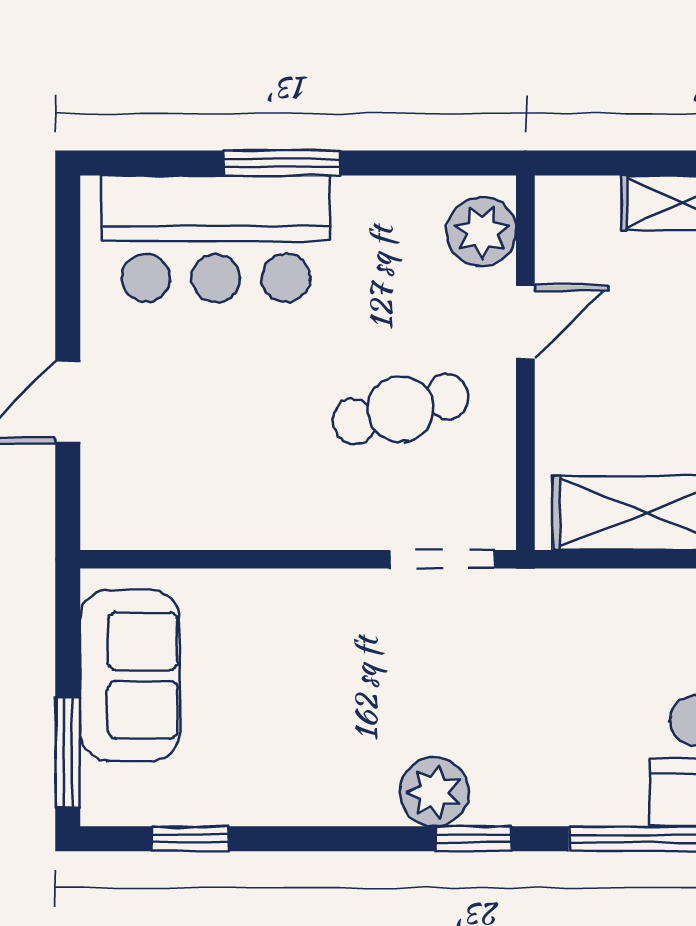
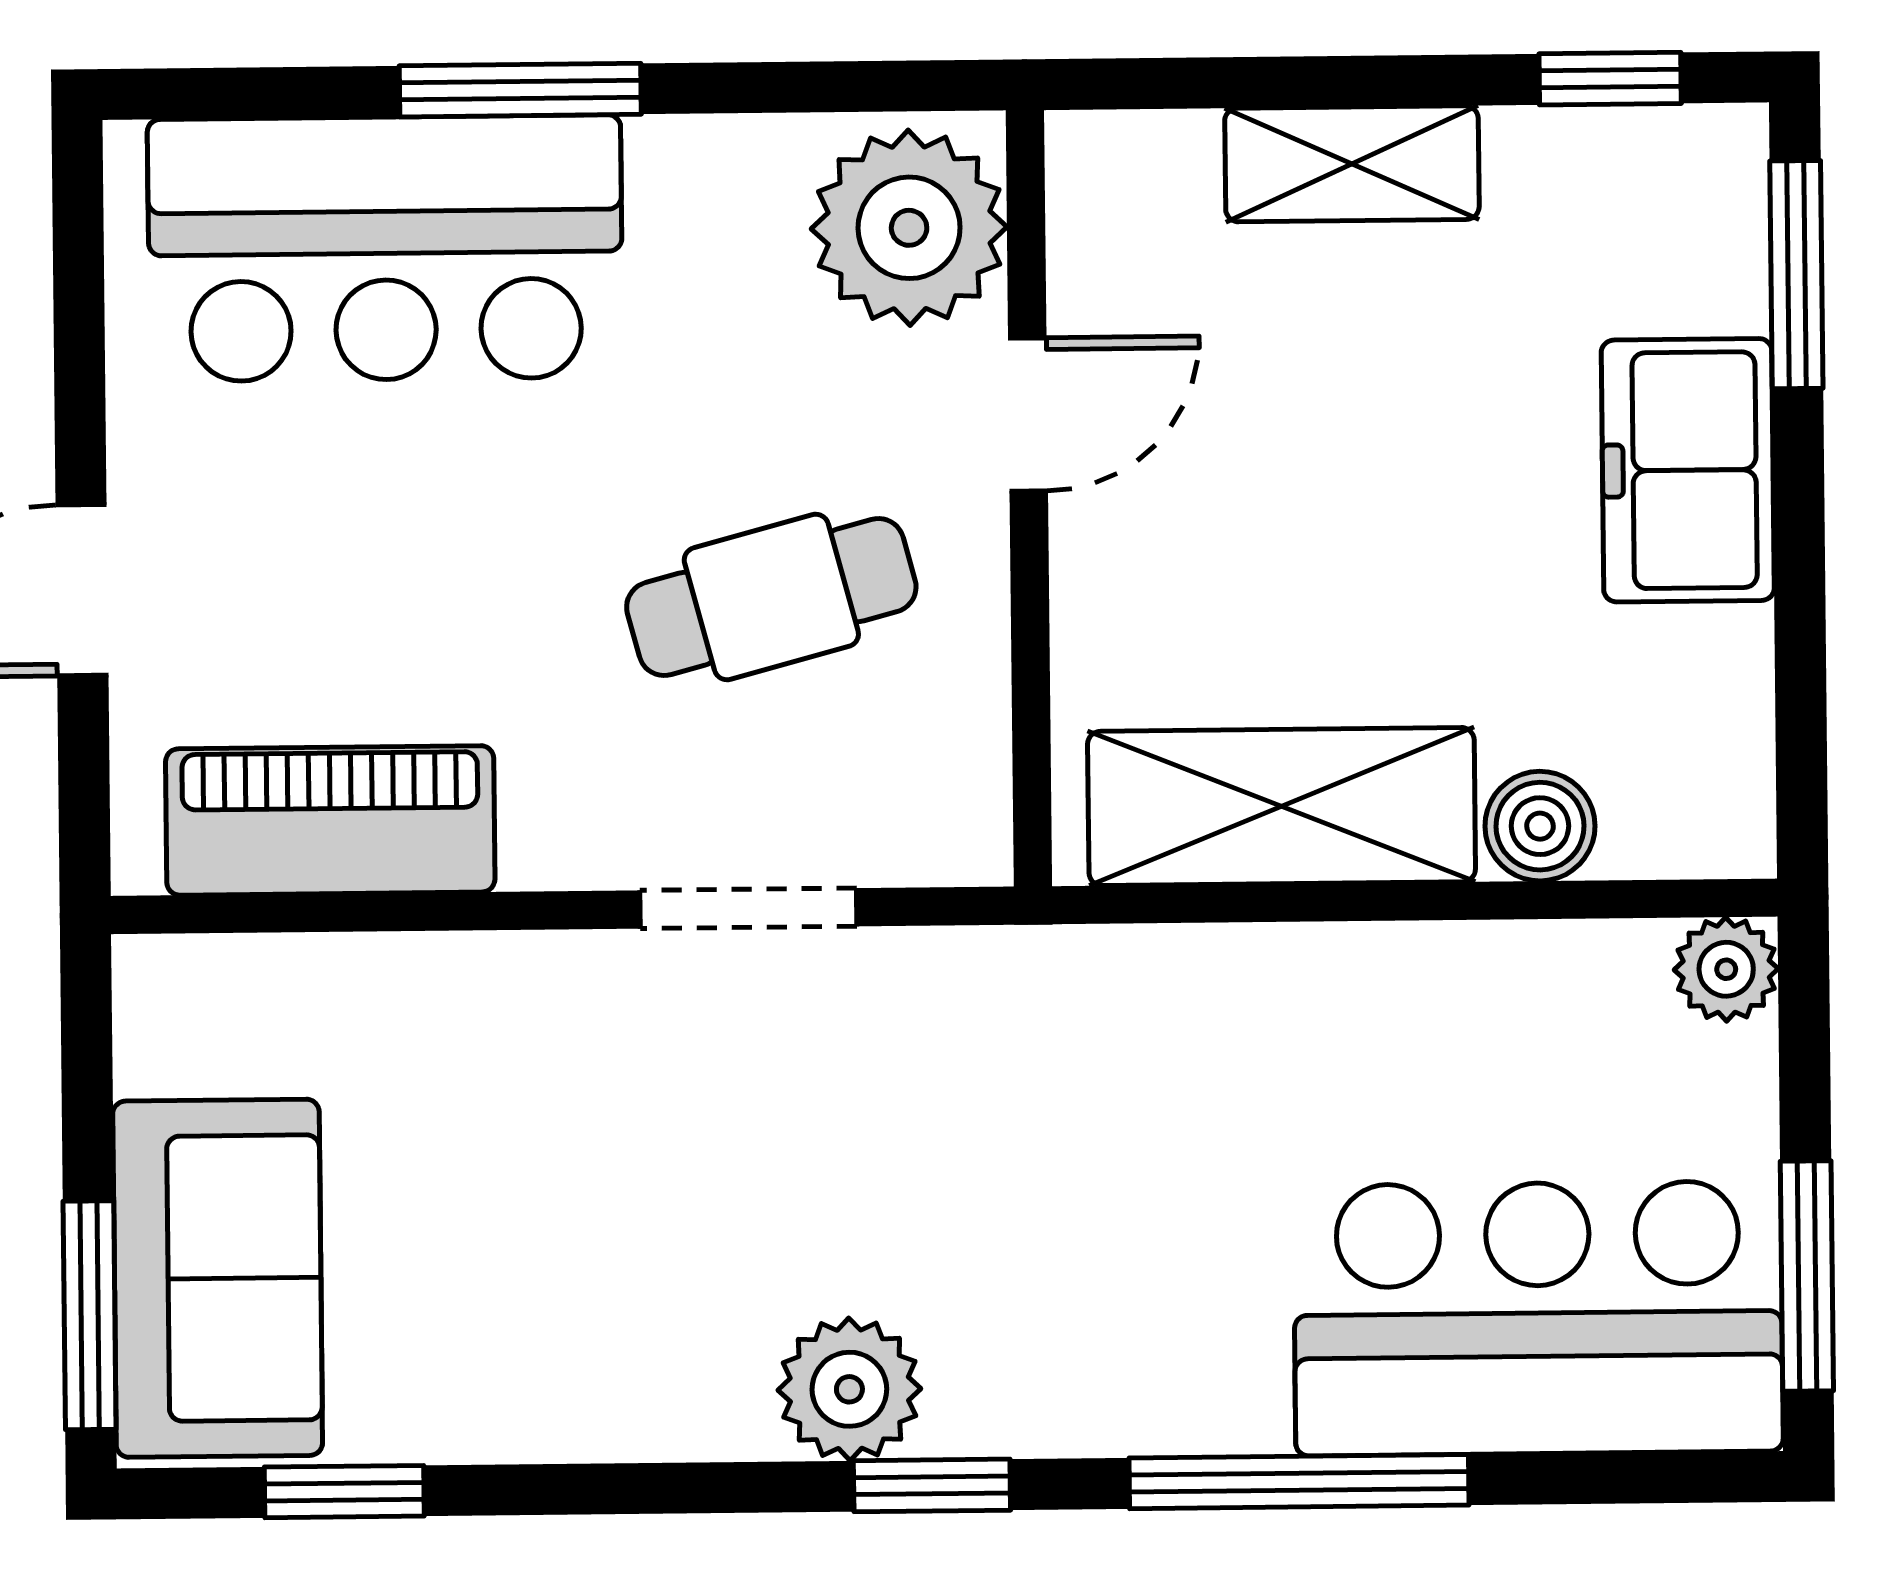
plant: (482, 231) -> (909, 228), width x1.36, depth x1.36
piano: (186, 515) -> (330, 820), added
doorway: (442, 559) -> (748, 908), moved
sofa: (130, 675) -> (218, 1278), moved

